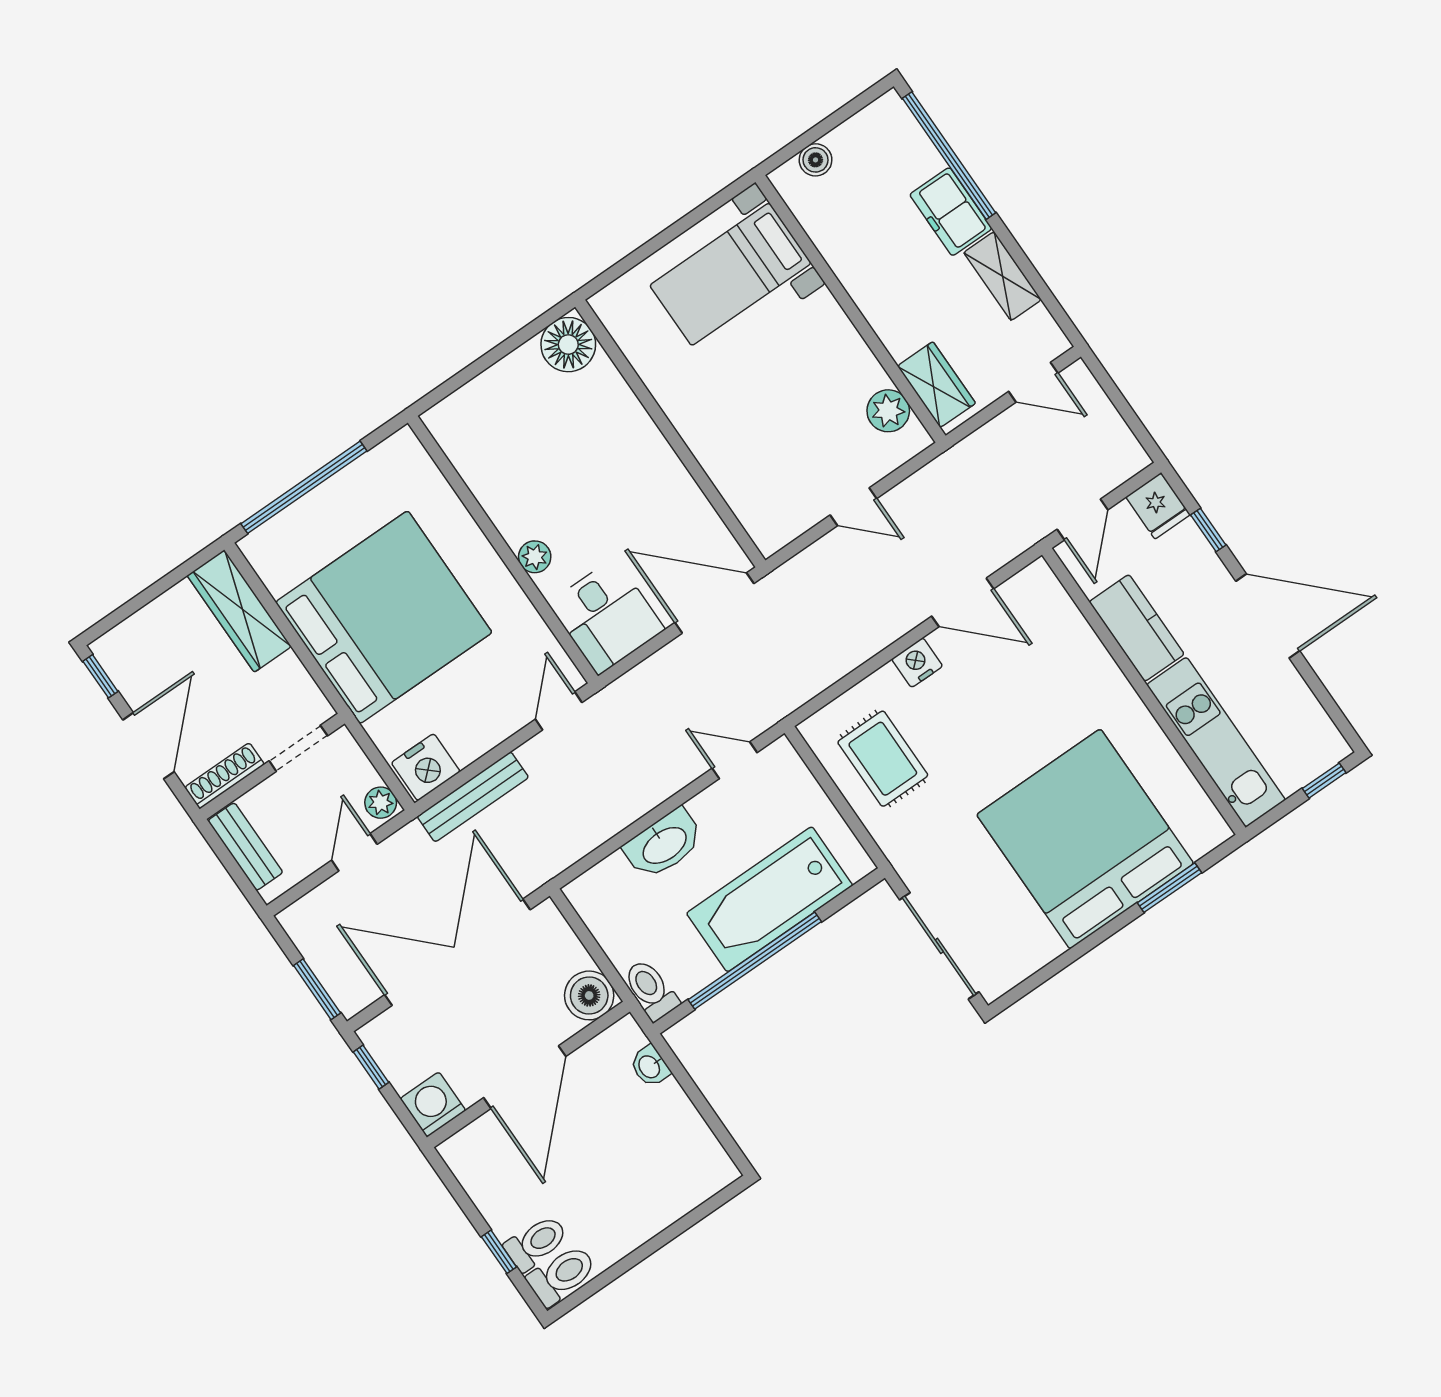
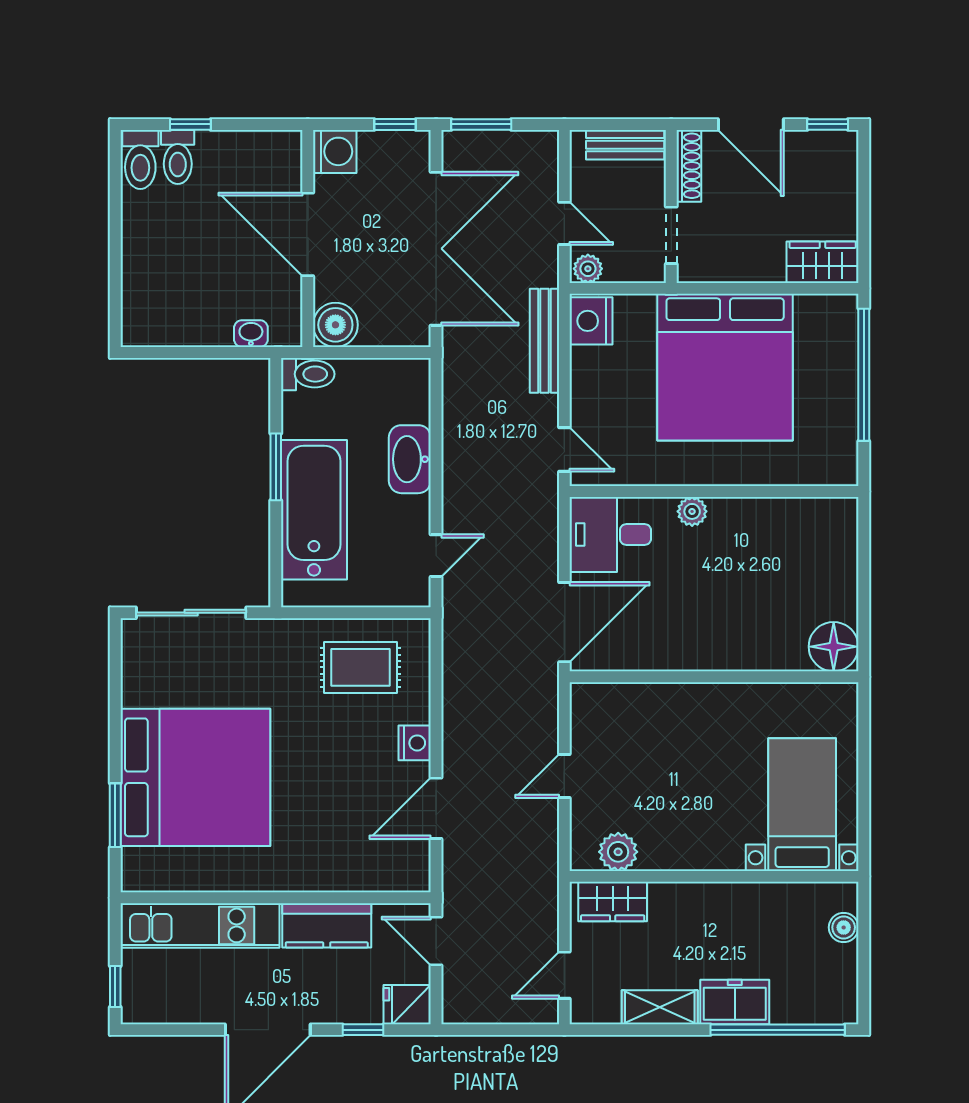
wardrobe: (239, 611) -> (823, 262), width x0.67
window: (755, 961) -> (276, 467), width x0.47

